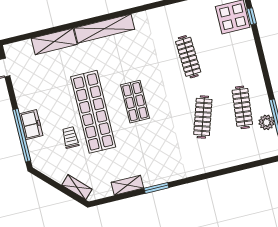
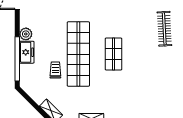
plant: (25, 103) -> (26, 34), added
clothes rail: (203, 117) -> (164, 79), removed

